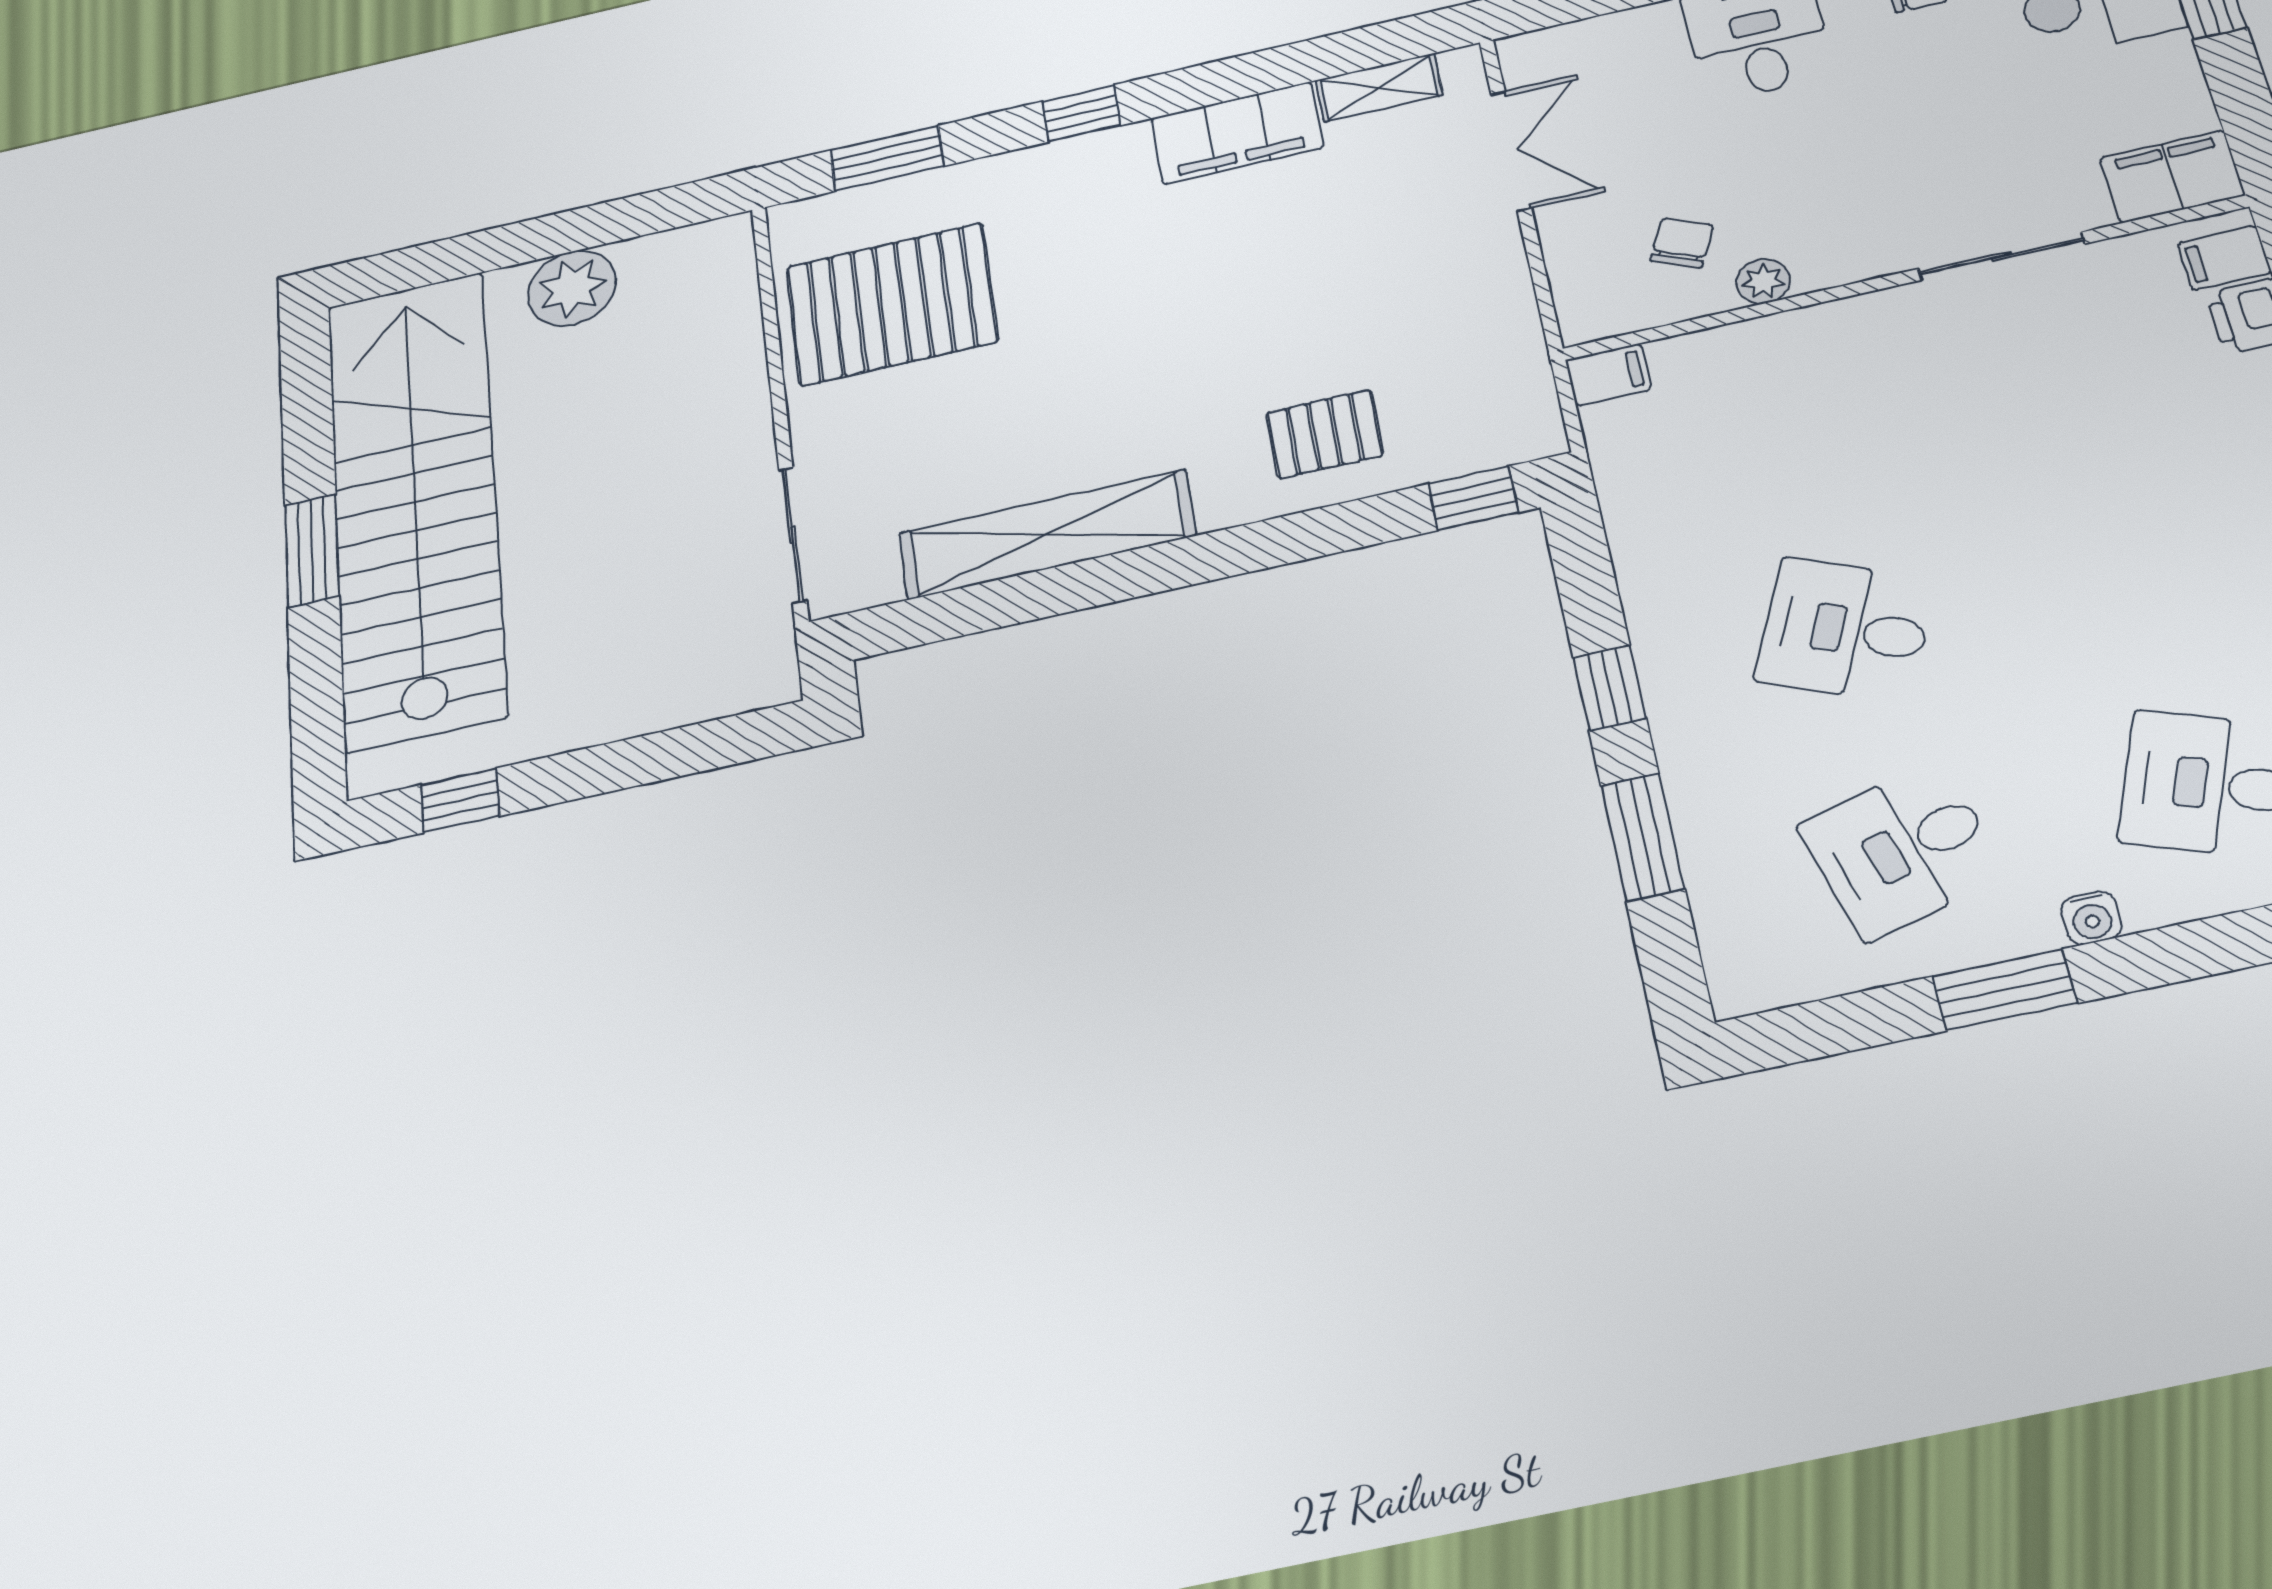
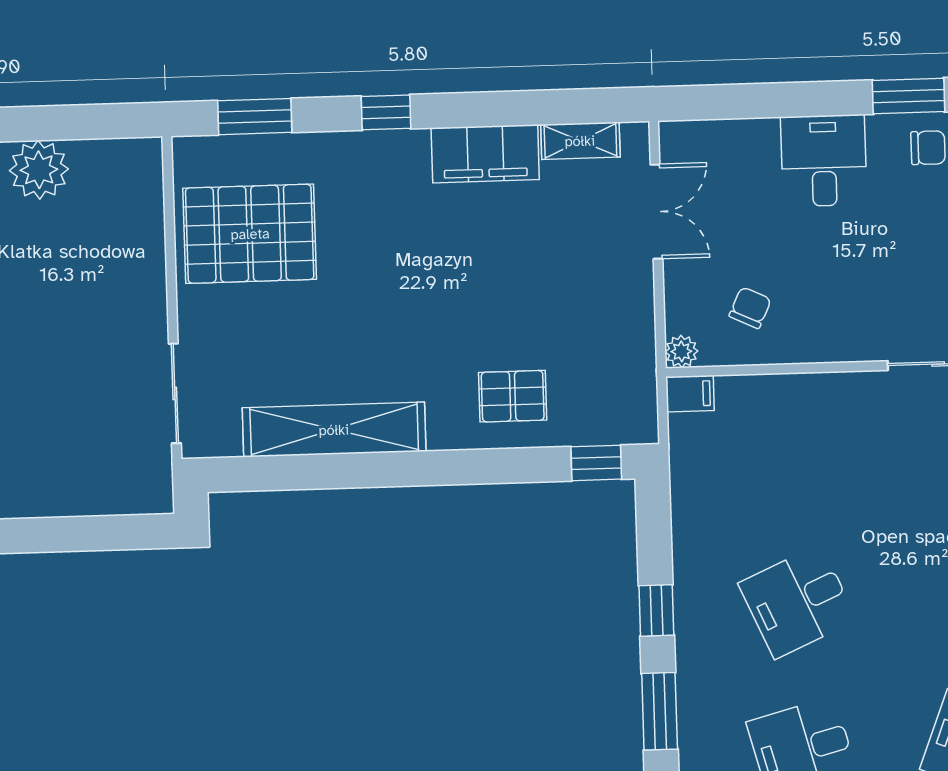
plant: (1763, 281) -> (681, 351), moved
desk: (1846, 630) -> (798, 602), turned -48

